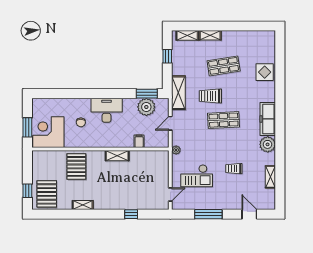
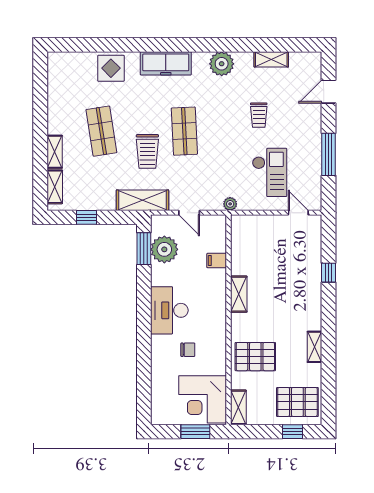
freezer: (268, 119) -> (166, 63), moved
shelving: (43, 155) -> (238, 407), added

